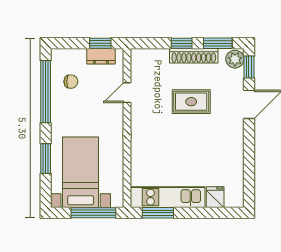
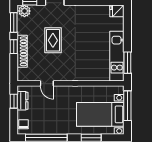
shoe rack: (194, 56) -> (22, 51), moved
chair: (71, 82) -> (24, 124), moved
fridge: (215, 197) -> (117, 11), moved

